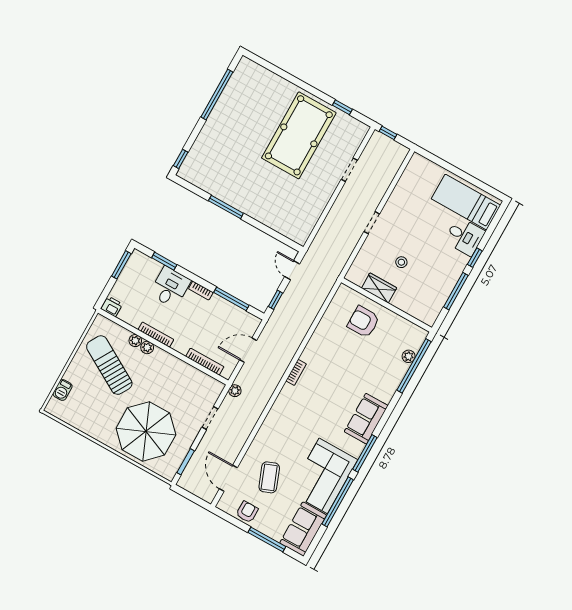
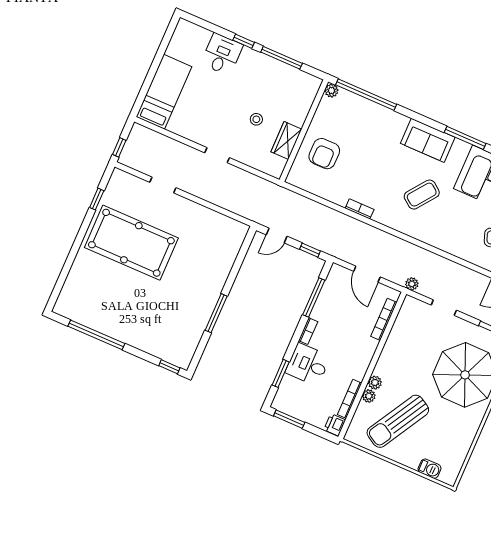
bed: (466, 202) -> (164, 92), moved, turned 180
bookcase: (156, 335) -> (350, 399), moved
plant: (409, 356) -> (331, 91), moved
bookcase: (296, 372) -> (360, 209), moved
coffee table: (317, 408) -> (422, 195), added

